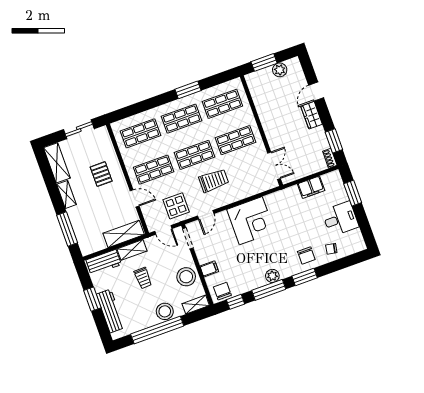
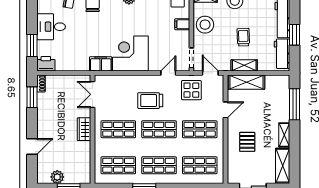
wardrobe: (312, 115) -> (84, 129), moved, turned 180
printer: (332, 180) -> (46, 64), added
filing cabinet: (311, 187) -> (101, 64), moved
door: (135, 198) -> (226, 110), swing flipped
workbench: (104, 262) -> (282, 54), moved, turned -90

